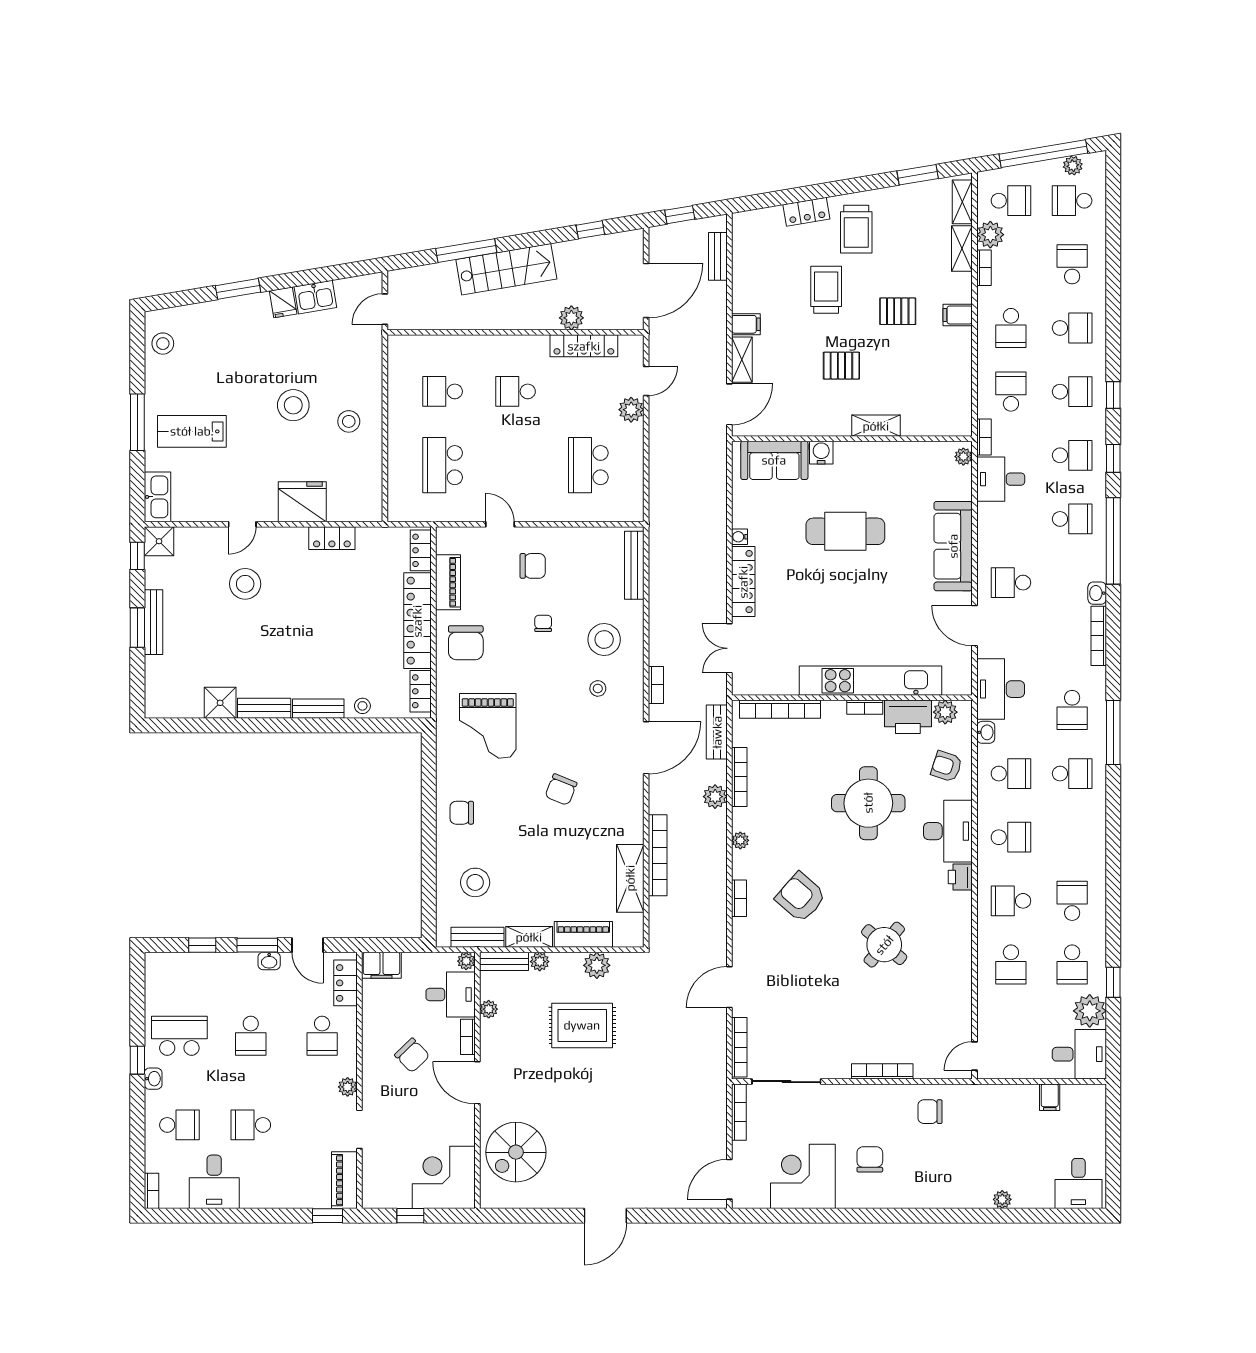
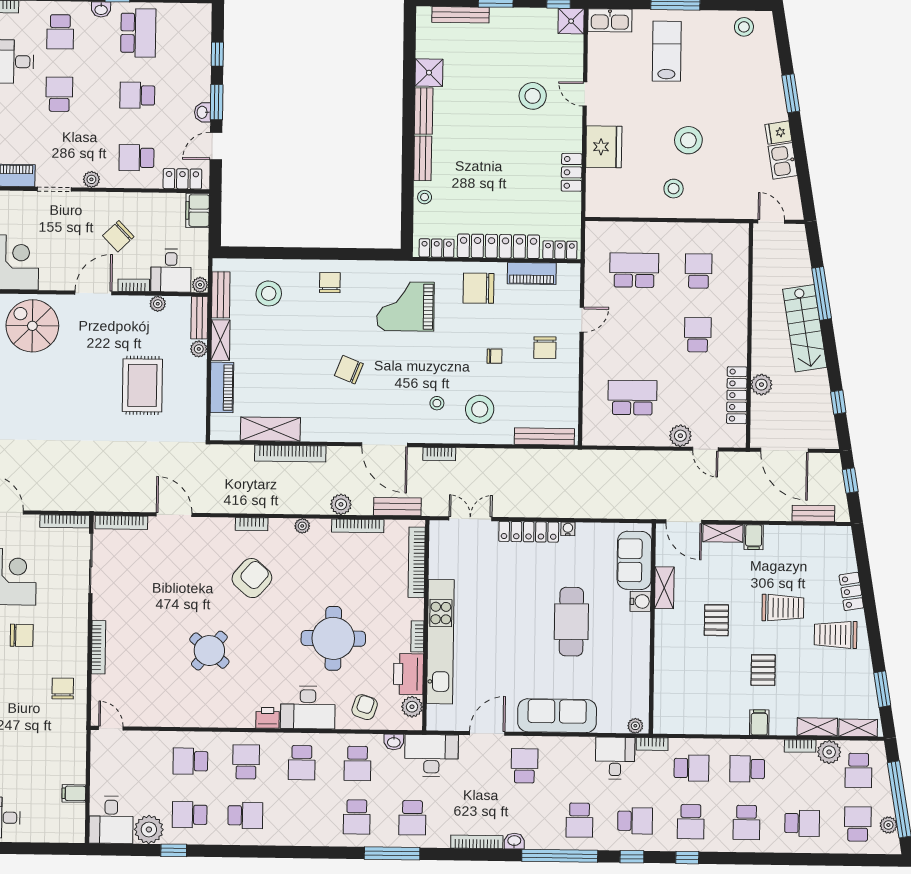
shelving: (876, 426) -> (664, 588), moved
school desk: (1072, 455) -> (635, 821), turned -90
bench: (153, 622) -> (460, 15), moved
school desk: (1072, 710) -> (412, 818), turned -90
plant: (597, 965) -> (195, 399), removed

